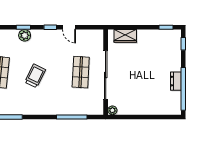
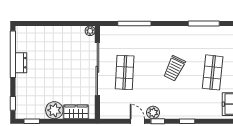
plant: (25, 35) -> (153, 113), moved
plant: (145, 37) -> (54, 110), added

